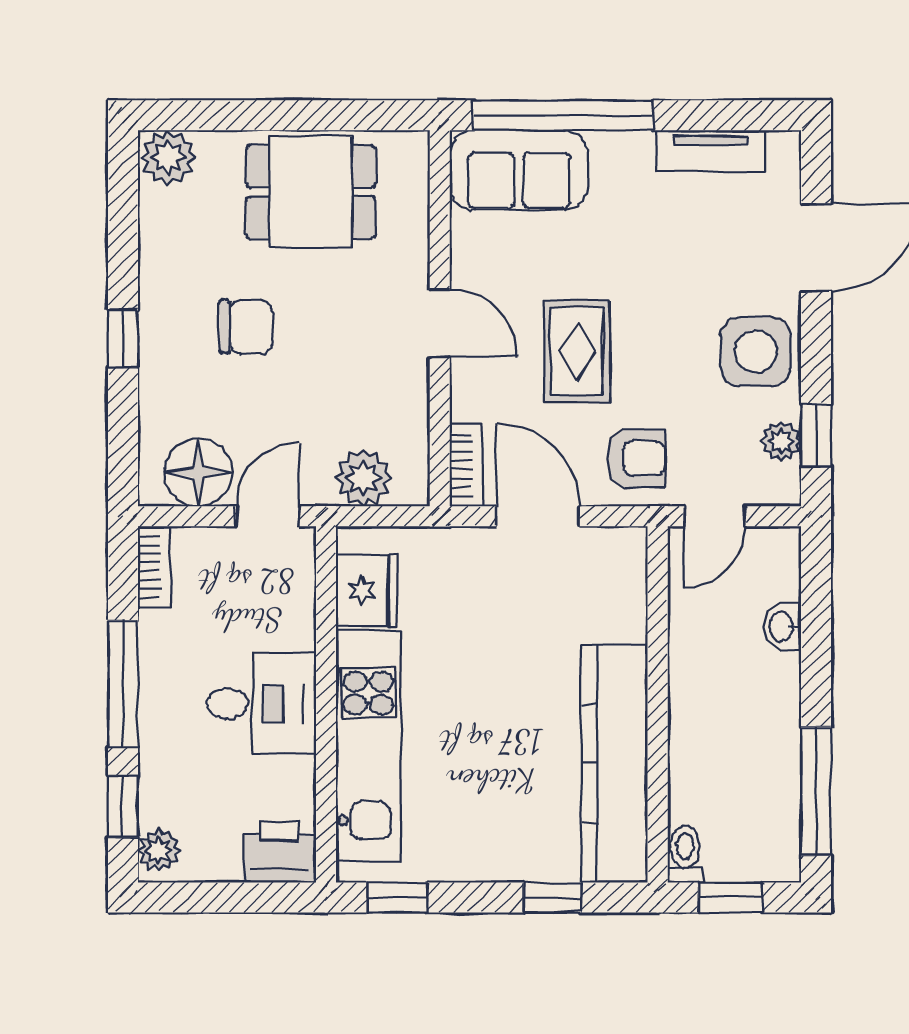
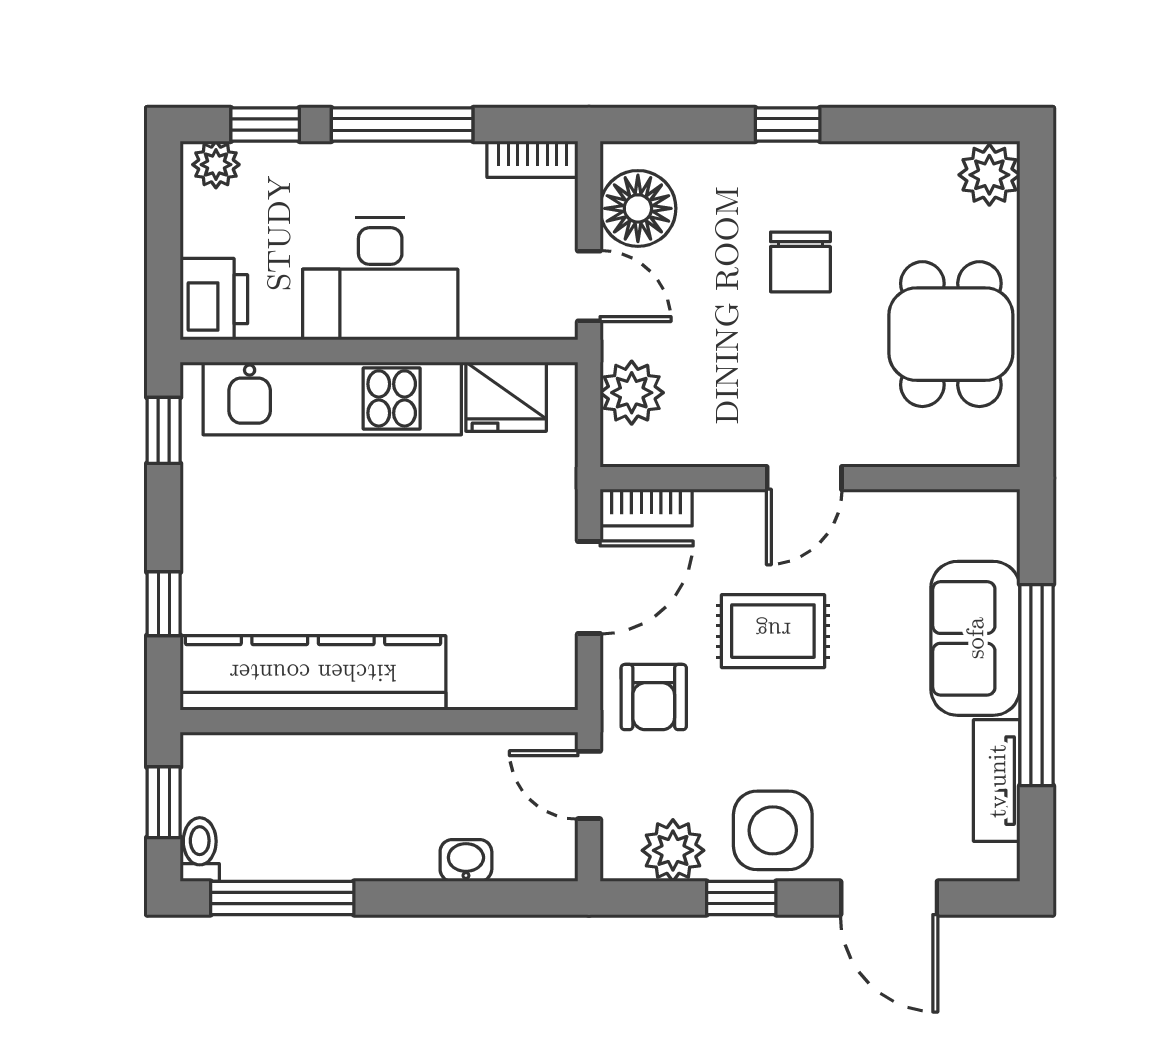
window: (563, 115) -> (1036, 685), moved
sofa: (519, 170) -> (975, 638), moved
window: (816, 435) -> (741, 898), moved
plant: (781, 441) -> (673, 850), width x1.38, depth x1.38
desk: (261, 703) -> (380, 279), width x1.37
toilet: (685, 854) -> (200, 850), moved, turned -90

